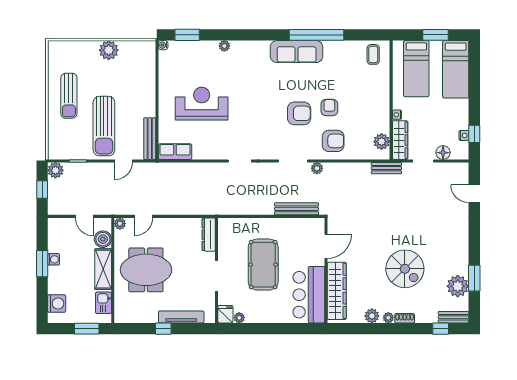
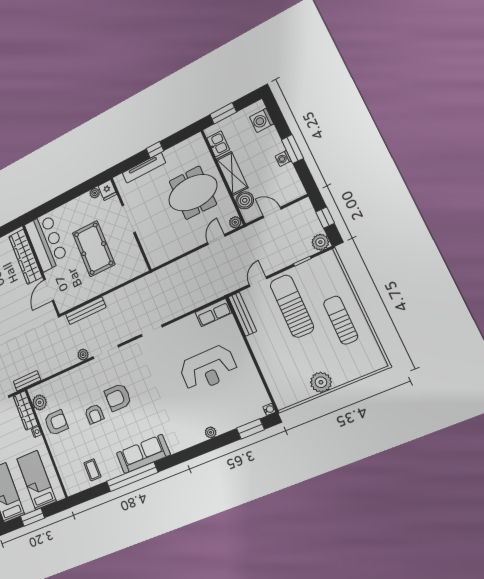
coffee table: (373, 54) -> (92, 470), moved
armchair: (333, 141) -> (56, 423), moved, turned 180
dresser: (209, 235) -> (151, 252), removed

